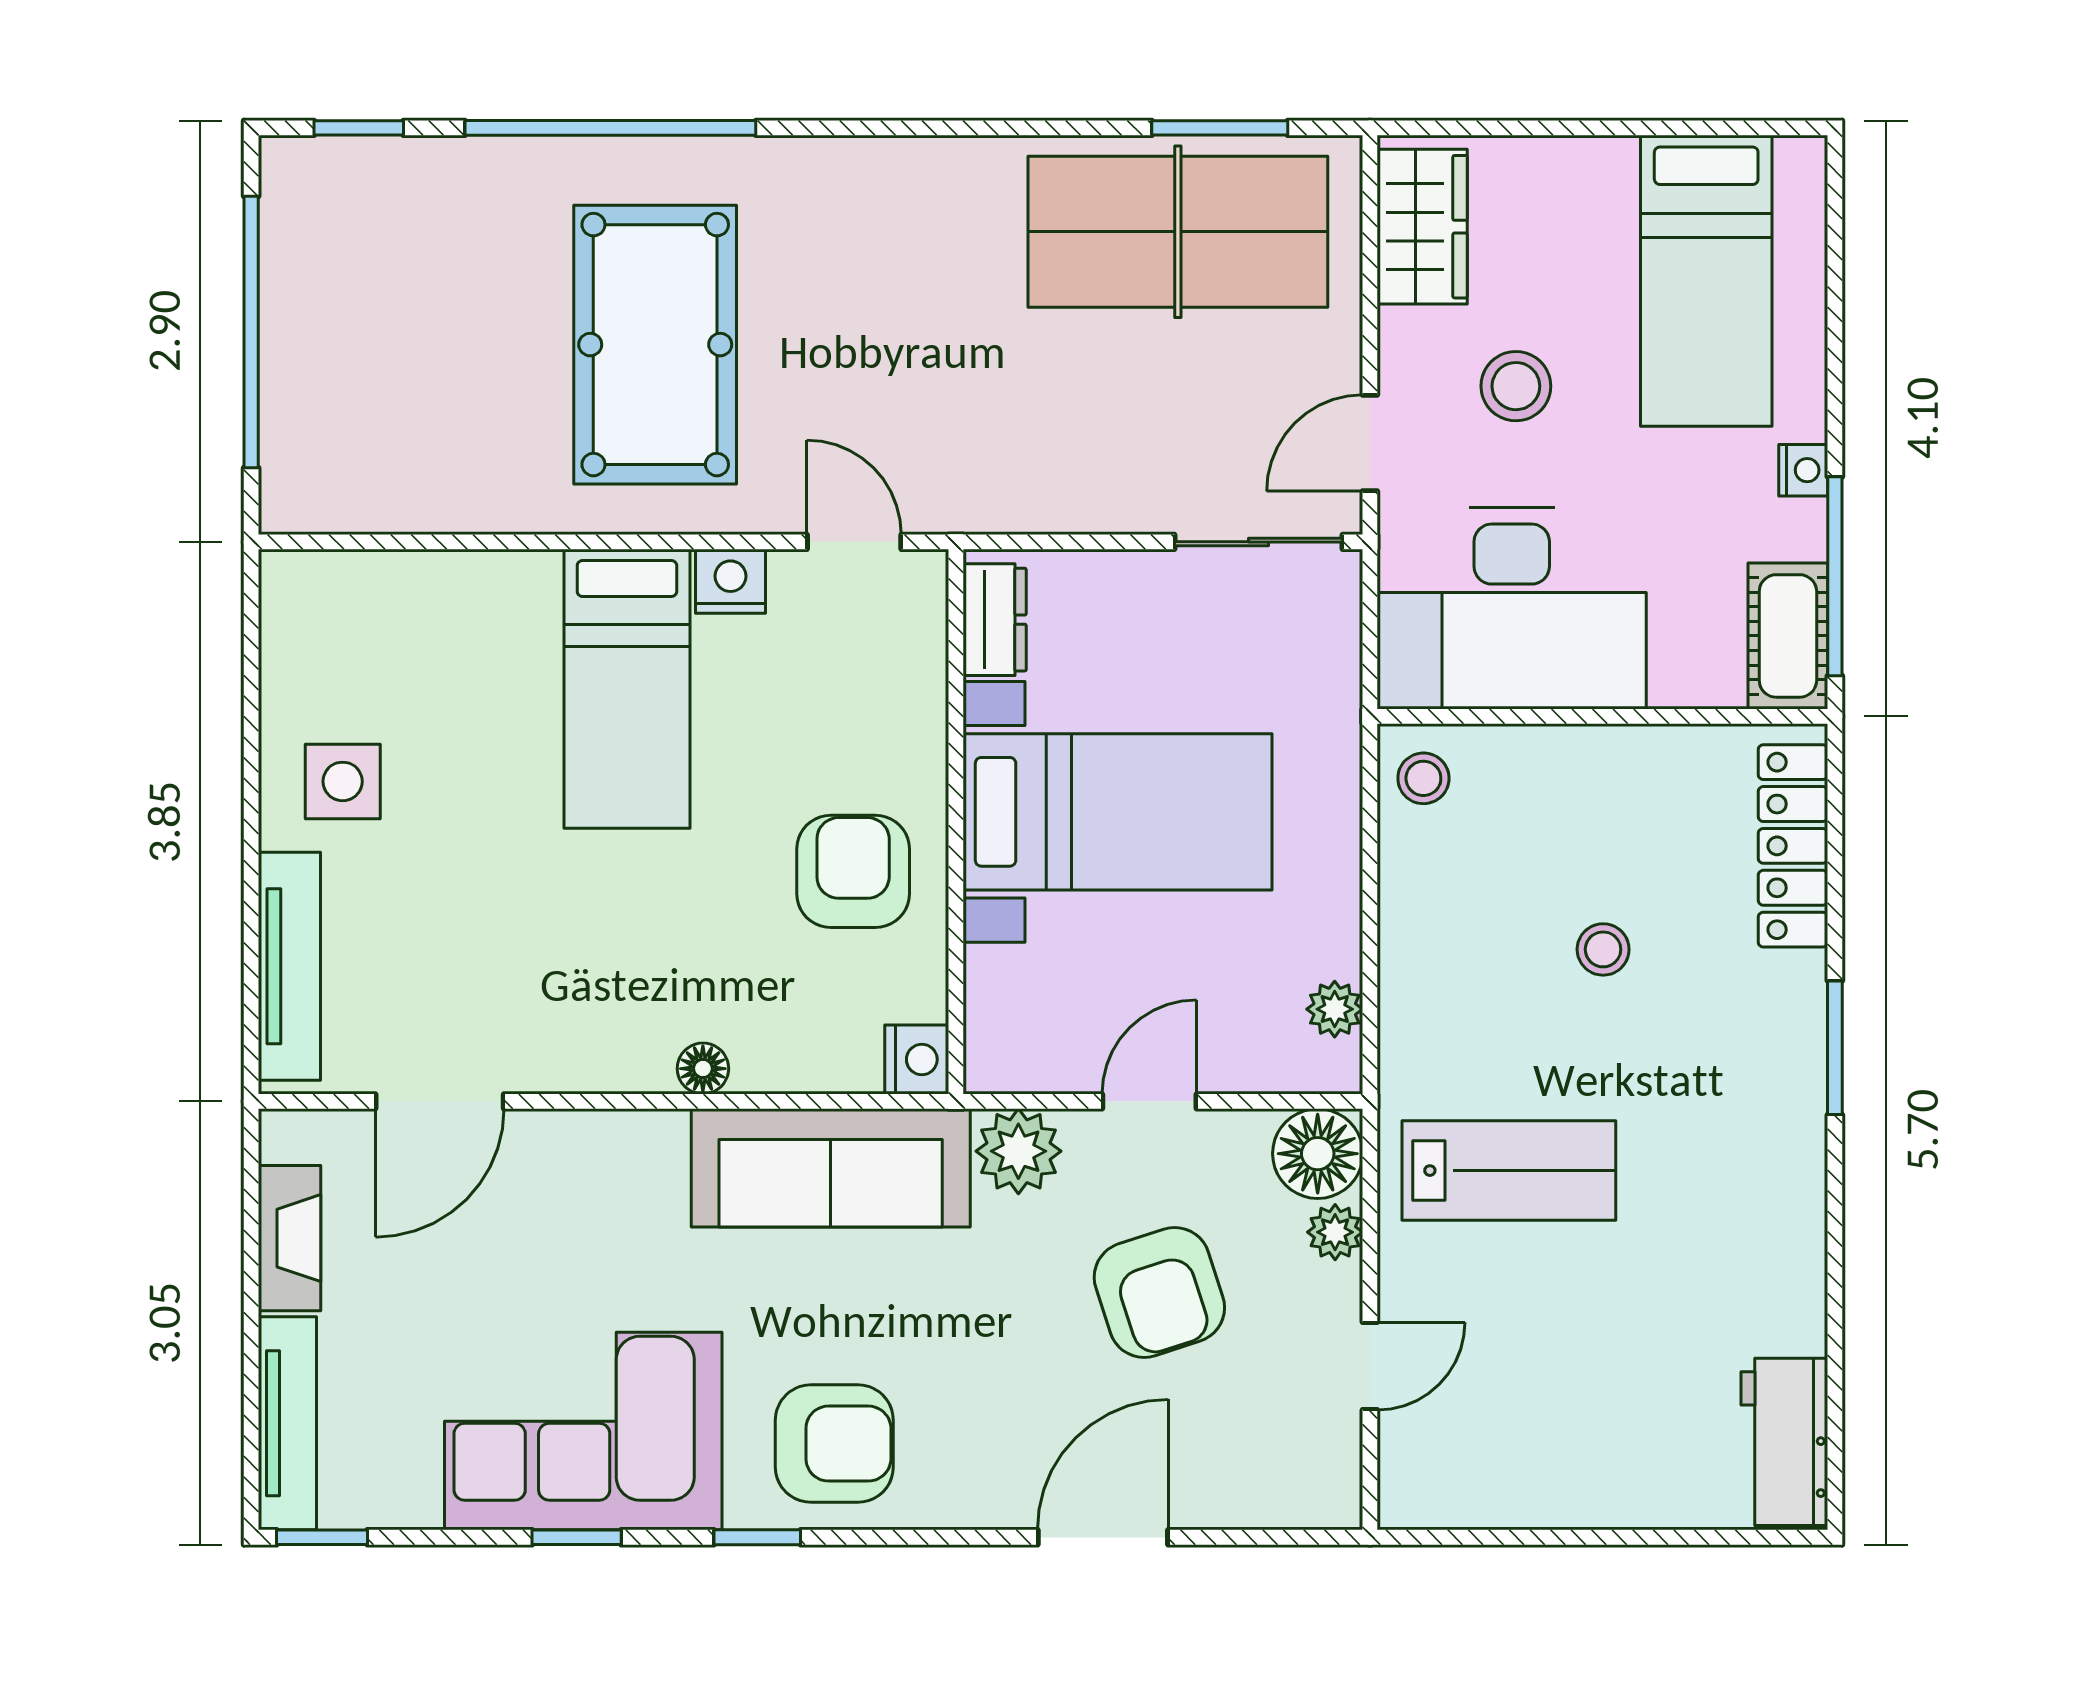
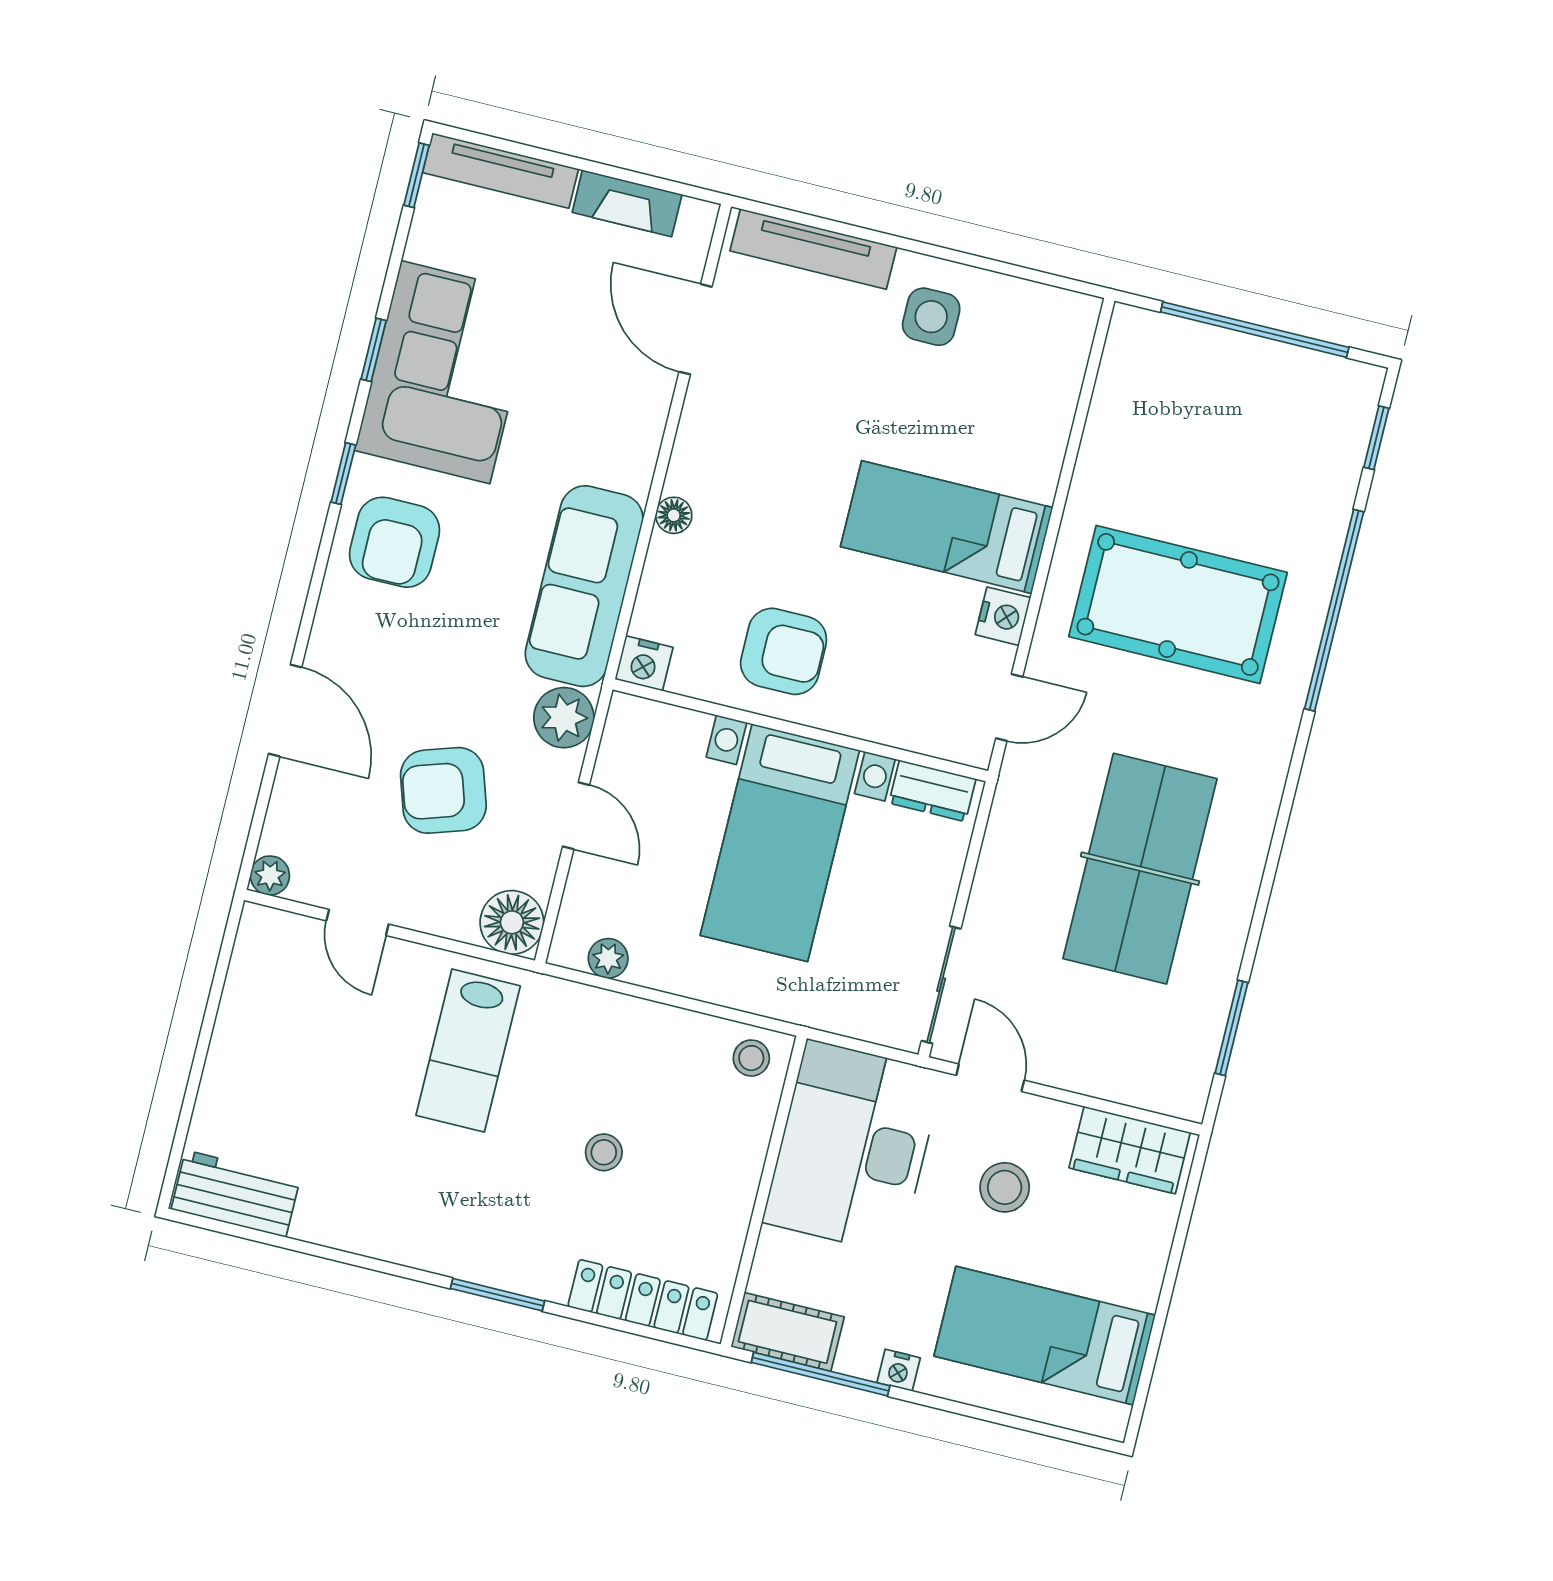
table tennis table: (1178, 232) -> (1140, 869), moved
plant: (1335, 1232) -> (270, 876), moved

